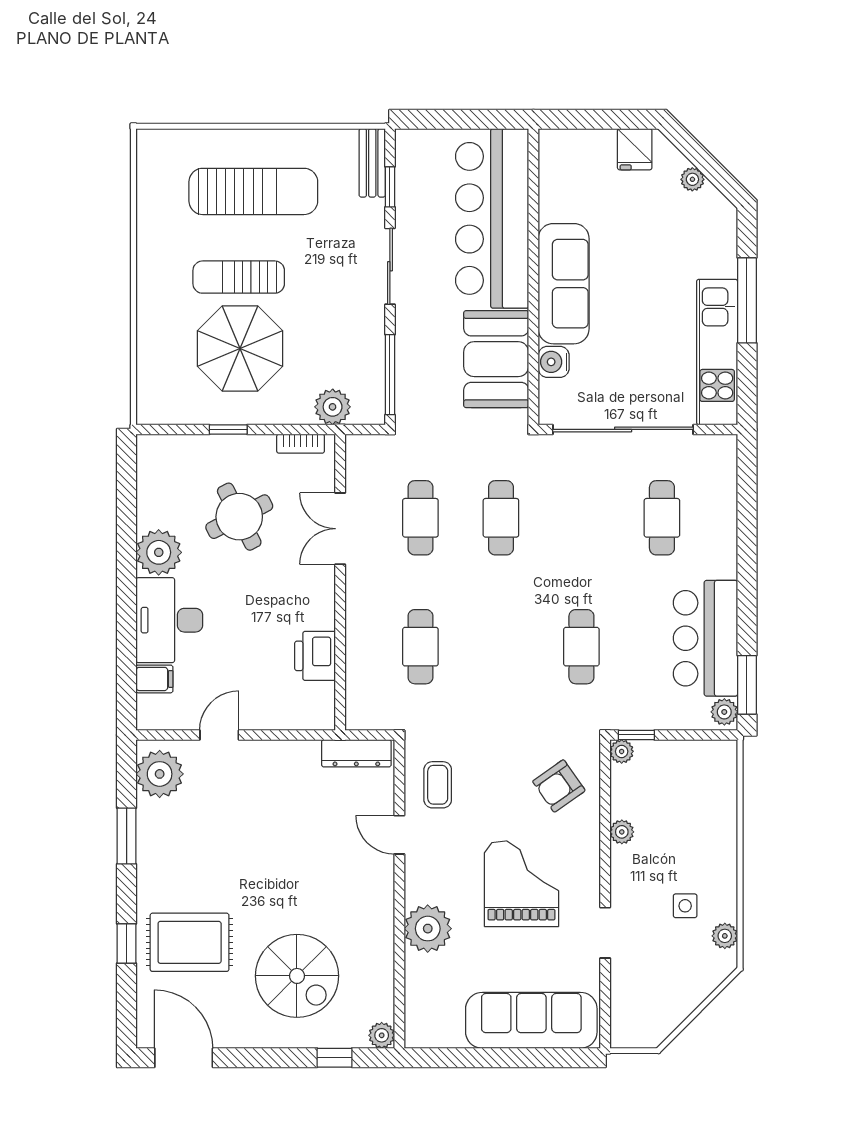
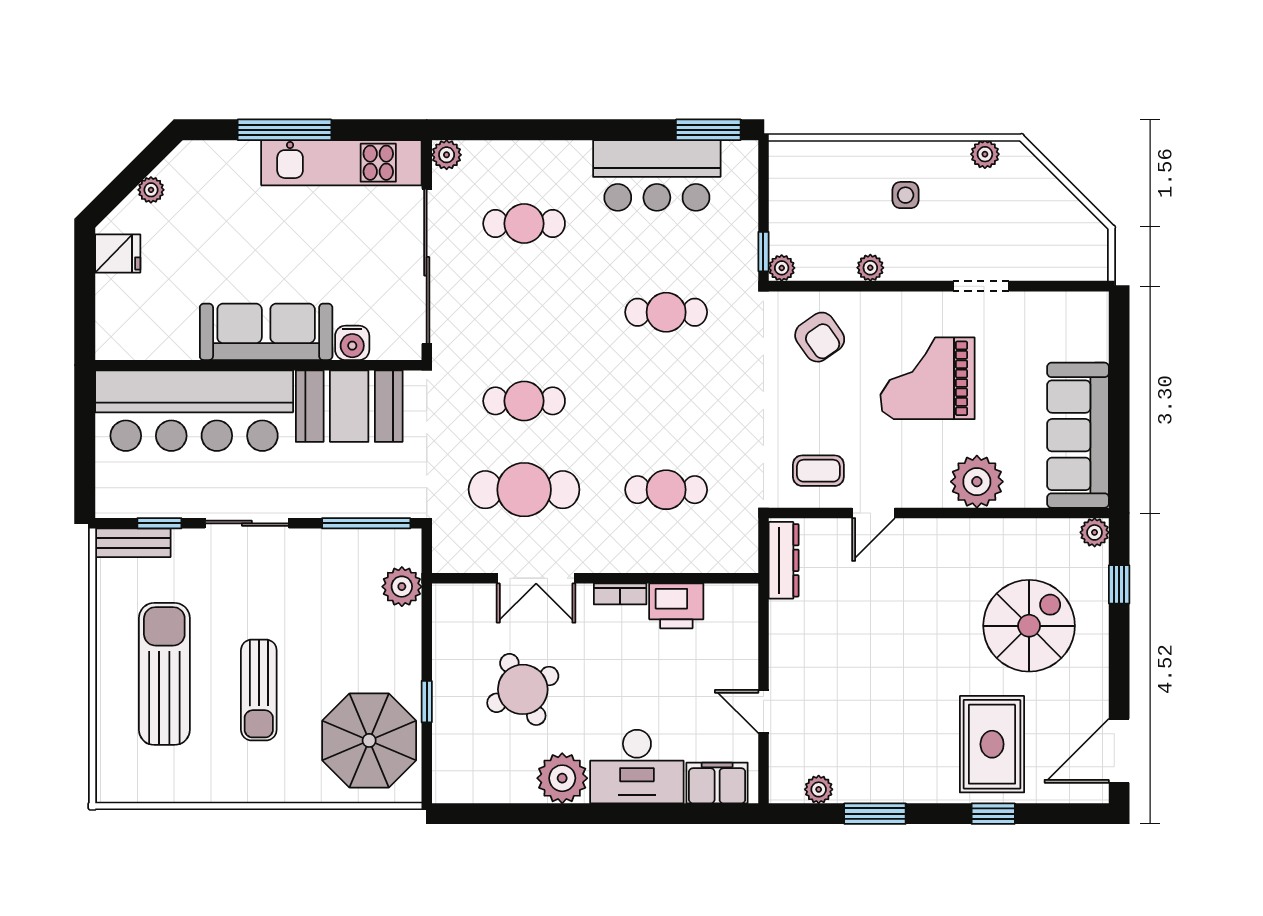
parasol: (240, 349) -> (369, 740), moved
bookcase: (301, 444) -> (620, 594), moved, turned 90
cafe table: (420, 518) -> (524, 490), width x1.37, depth x1.35
filing cabinet: (154, 679) -> (717, 783), width x2.00
plant: (724, 712) -> (447, 155), moved
plant: (160, 774) -> (819, 789), width x0.53, depth x0.53
side table: (685, 906) -> (906, 195), moved
sofa: (531, 1020) -> (1078, 435), moved

